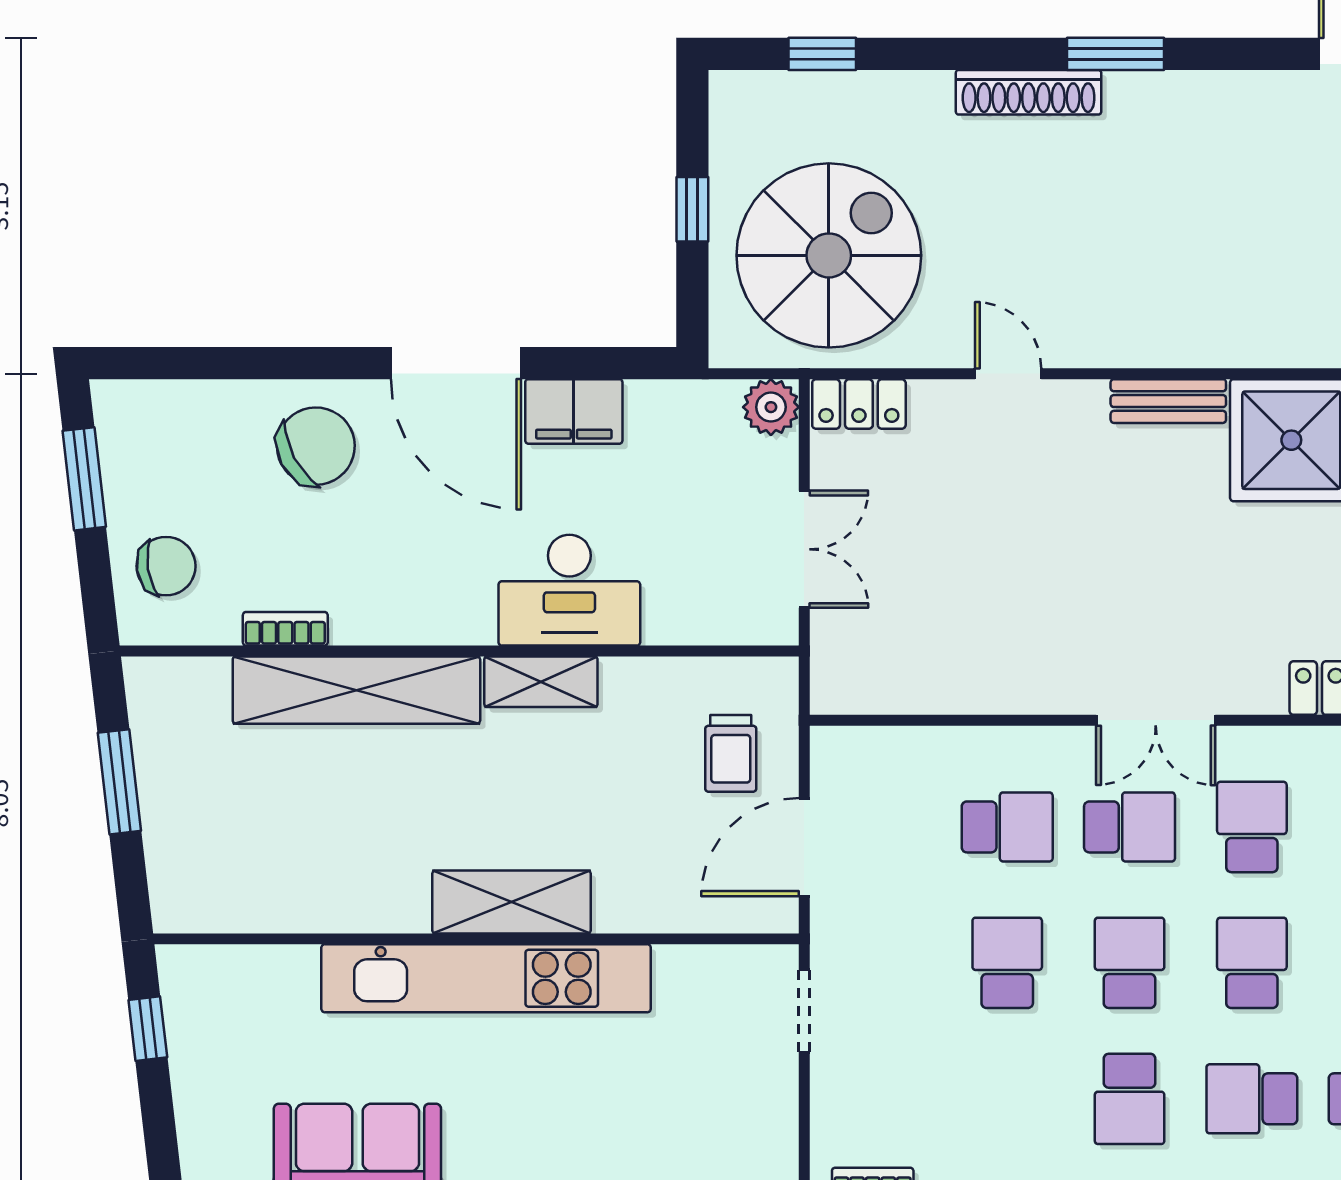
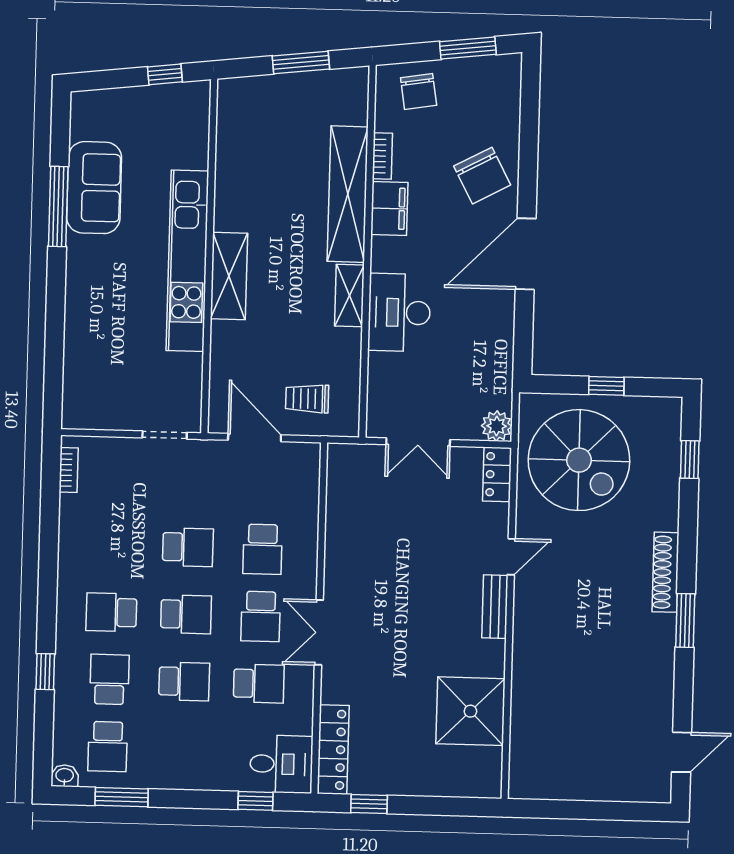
bench: (1168, 401) -> (495, 607), moved
filing cabinet: (574, 411) -> (389, 208), moved, turned 180

